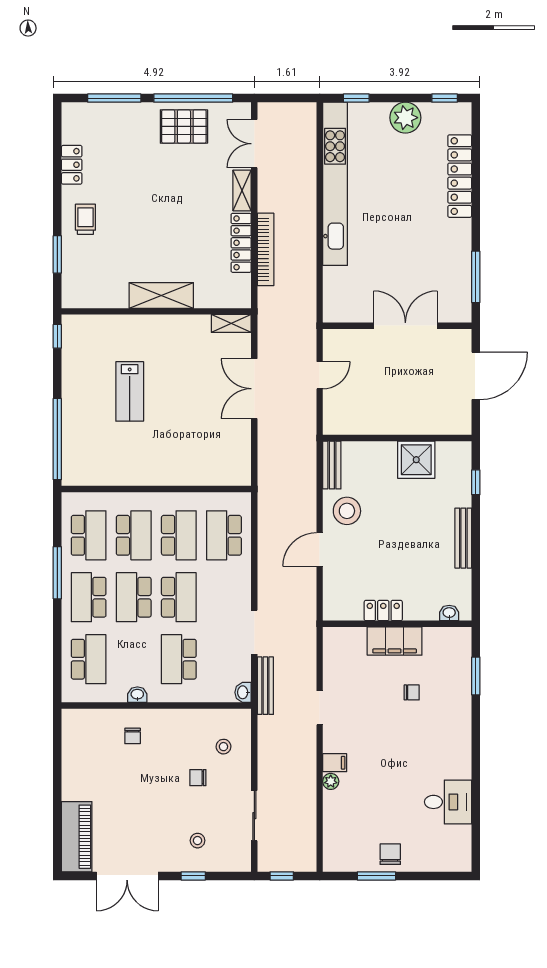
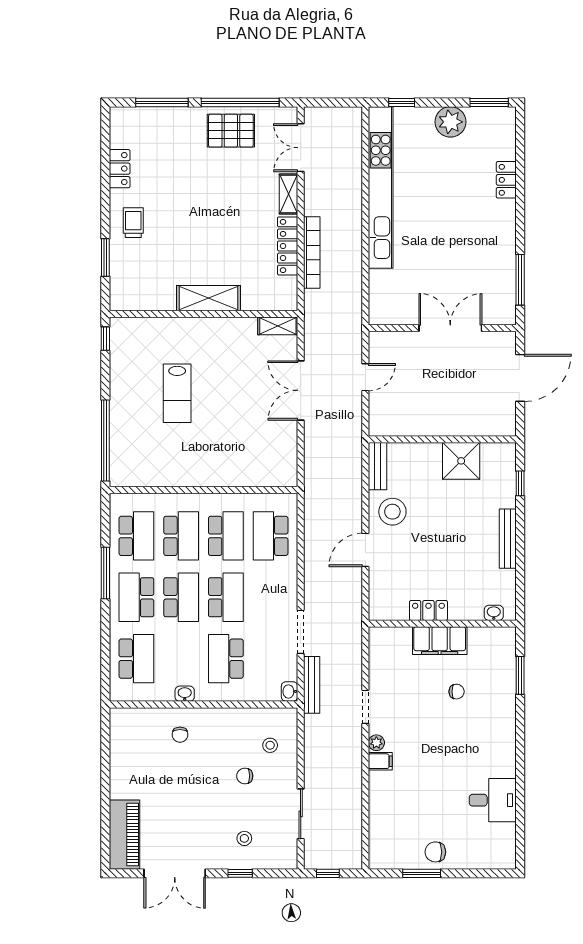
window: (445, 98) -> (489, 102), width x1.50
locker: (460, 176) -> (506, 180), width x0.46, depth x0.83
school desk: (134, 597) -> (181, 597), turned 180
plant: (331, 781) -> (376, 743), moved
chair: (390, 854) -> (435, 852), turned -90

